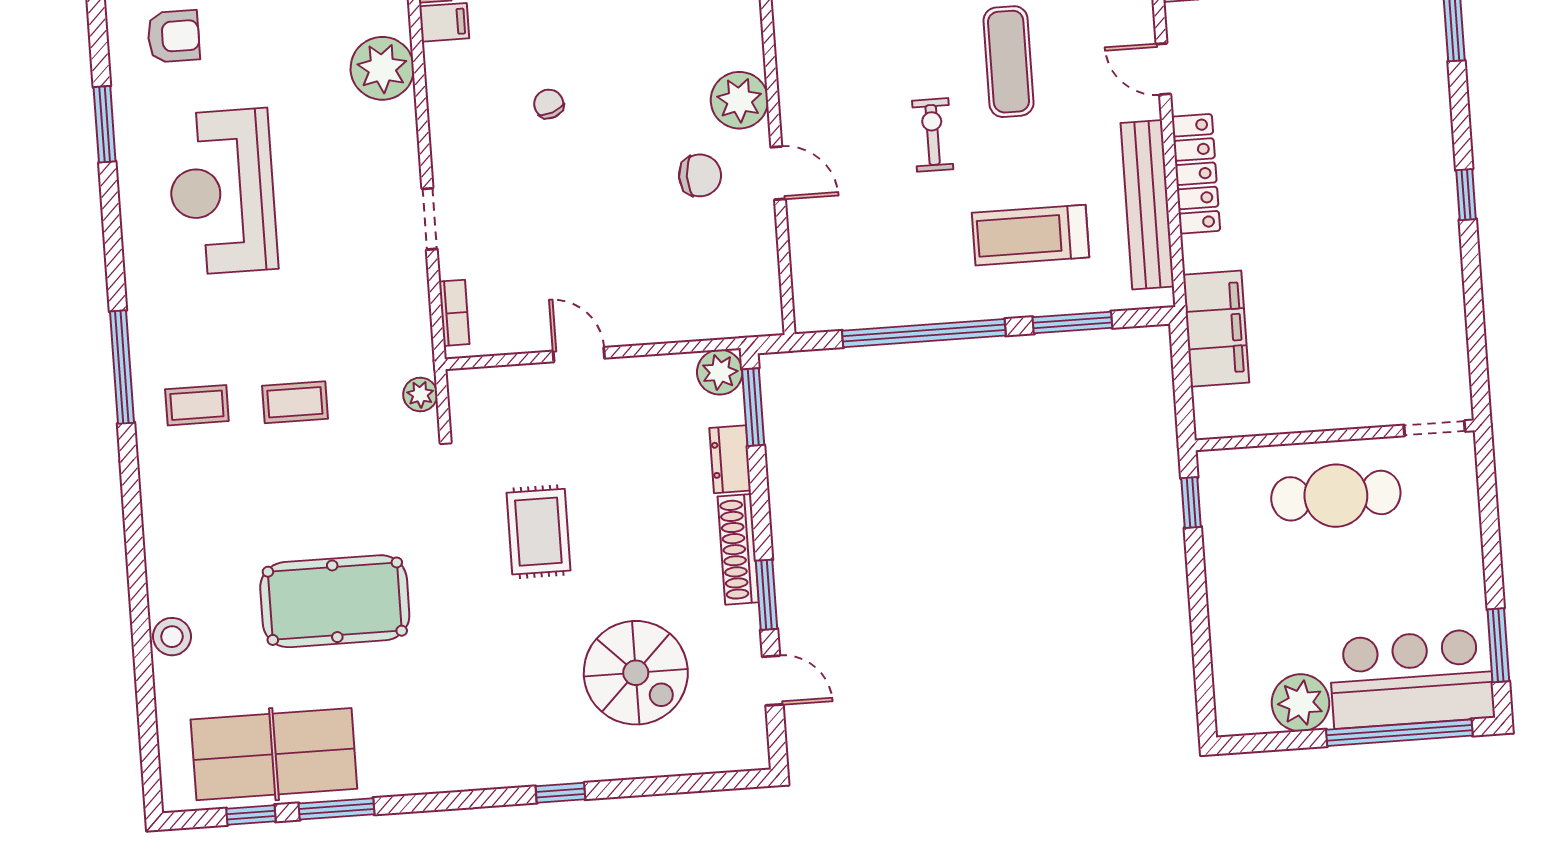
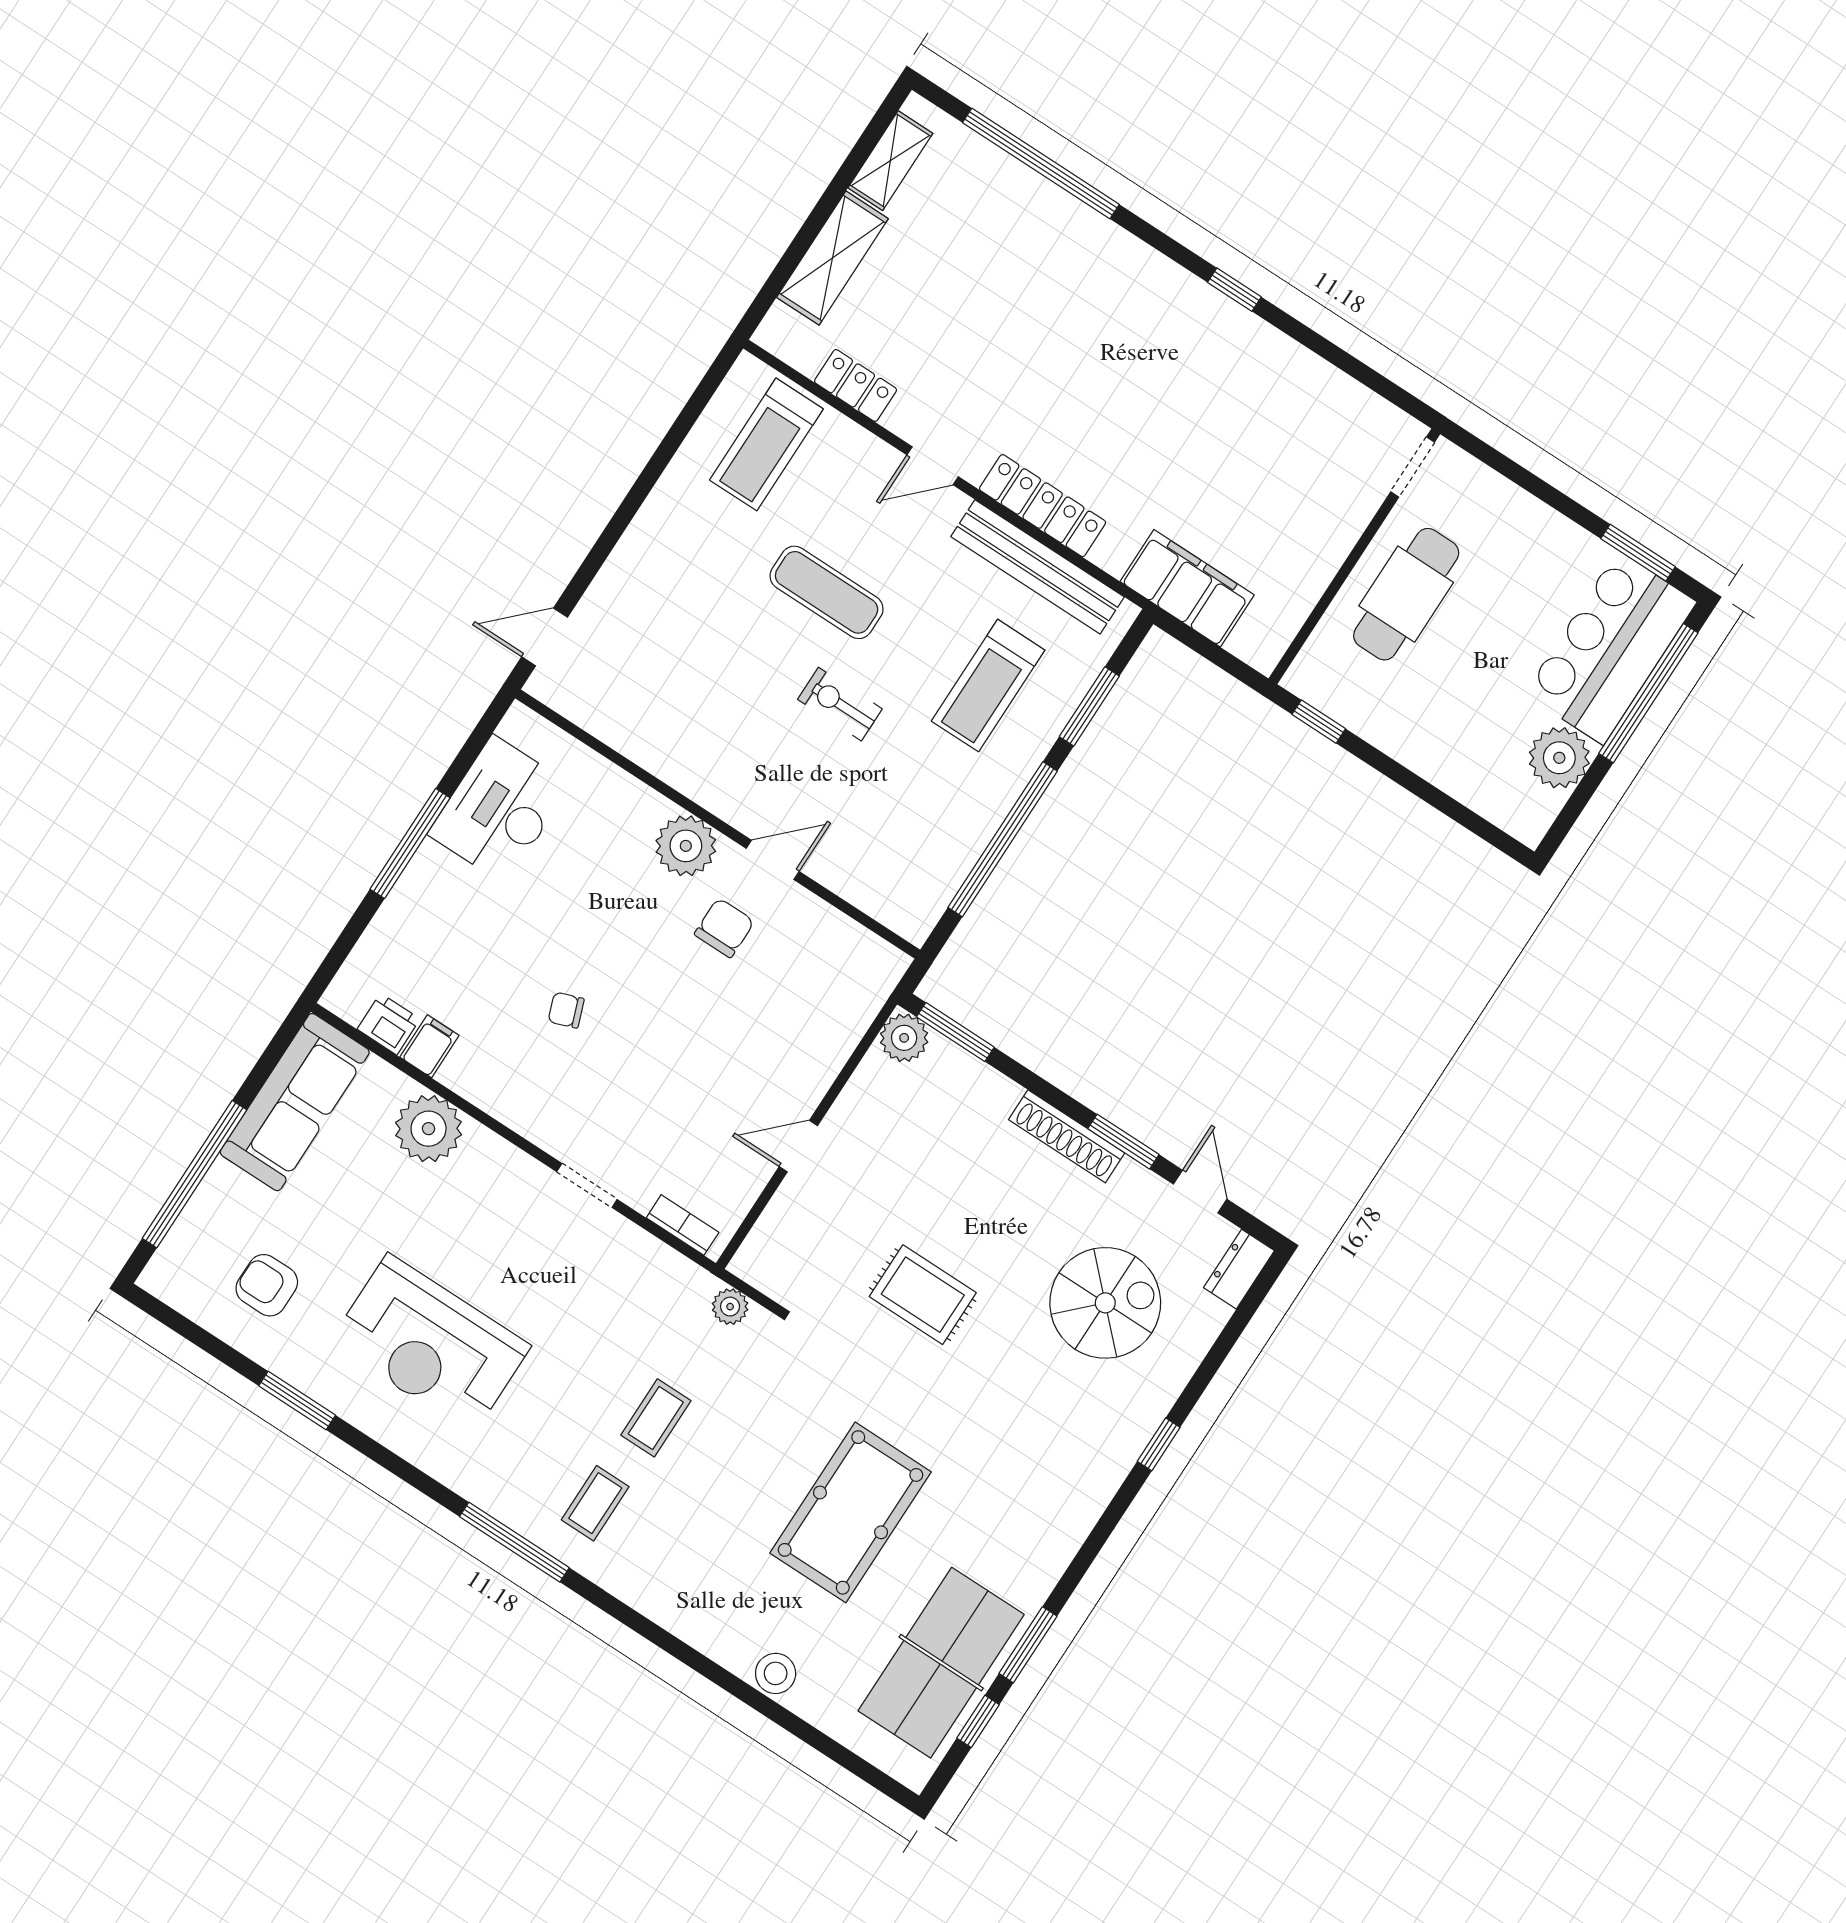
armchair: (174, 36) -> (267, 1285), turned -90
dresser: (730, 459) -> (1239, 1269), moved, turned 90
door: (773, 681) -> (1200, 1192), hinge flipped

